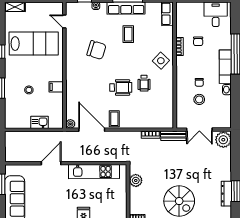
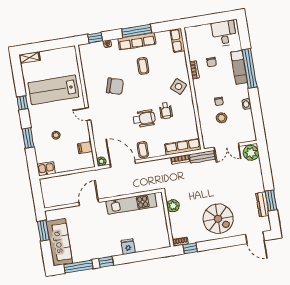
door: (64, 22) -> (88, 114), moved
lab bench: (34, 44) -> (53, 90), turned 180
exam couch: (225, 67) -> (239, 67), moved
filing cabinet: (56, 87) -> (85, 148), moved
kitchen sink: (40, 122) -> (46, 169), moved
row of seats: (155, 122) -> (183, 147), added

